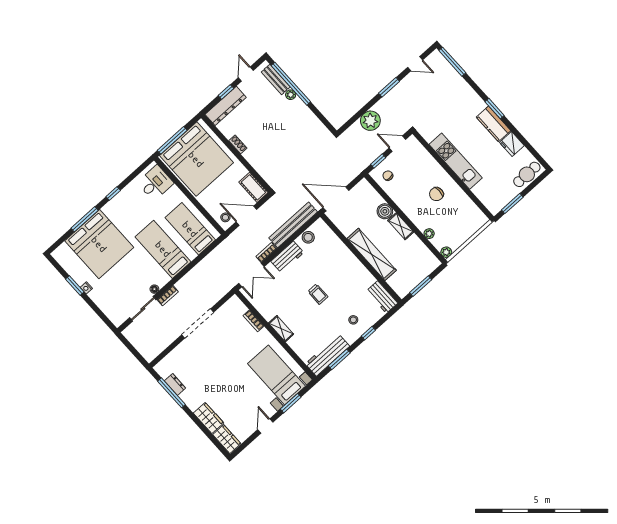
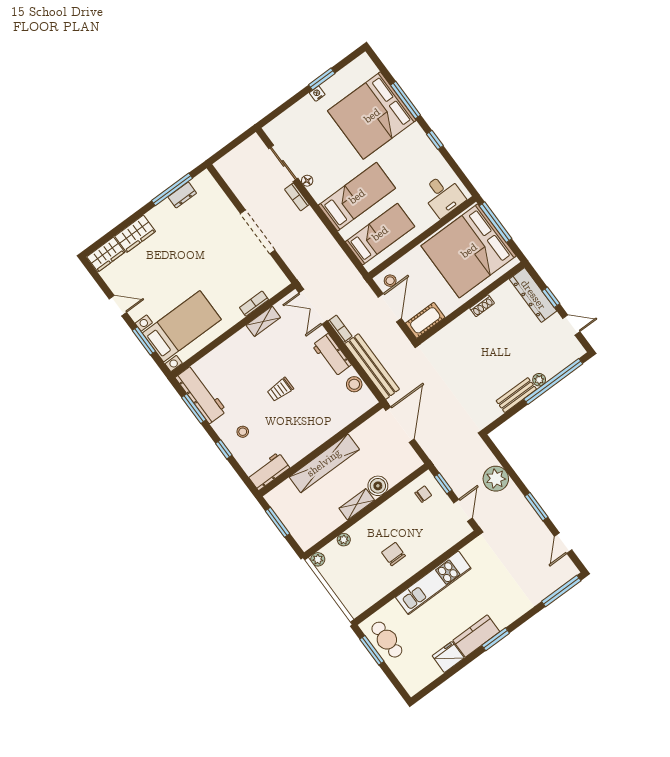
bench: (276, 79) -> (516, 395), moved
cafe table: (527, 174) -> (387, 640), moved
shelving: (281, 329) -> (263, 321), moved

